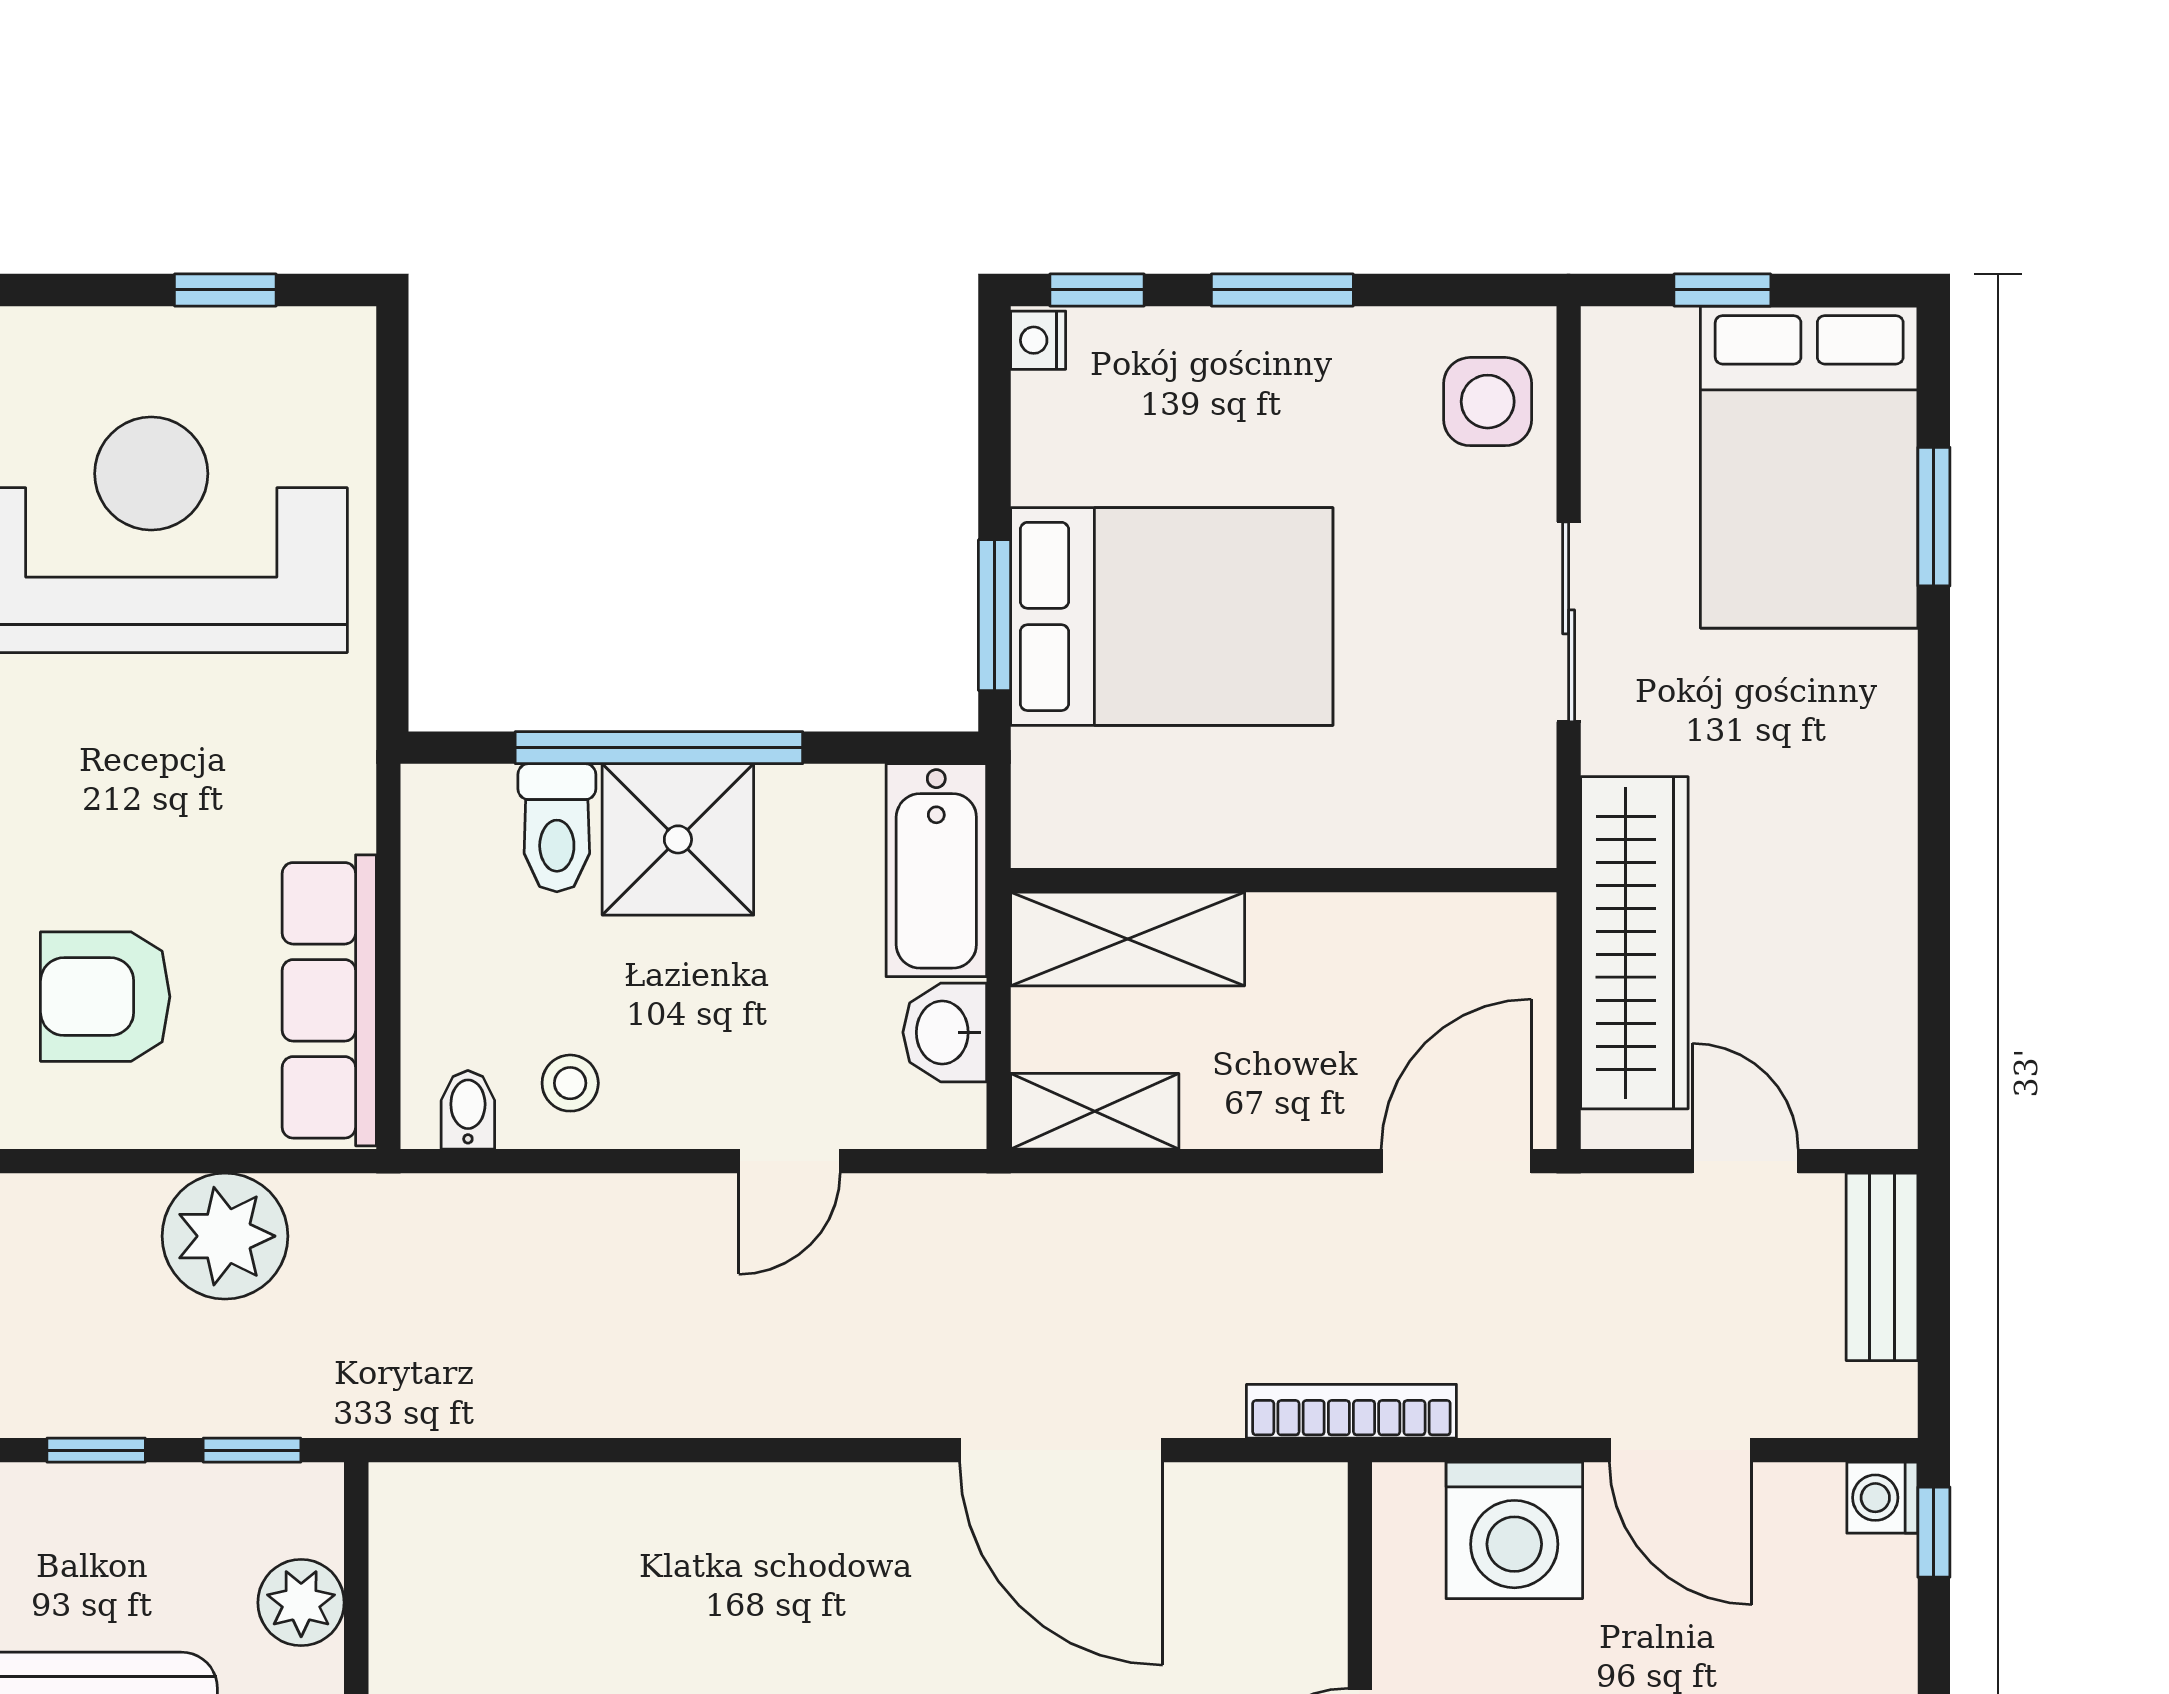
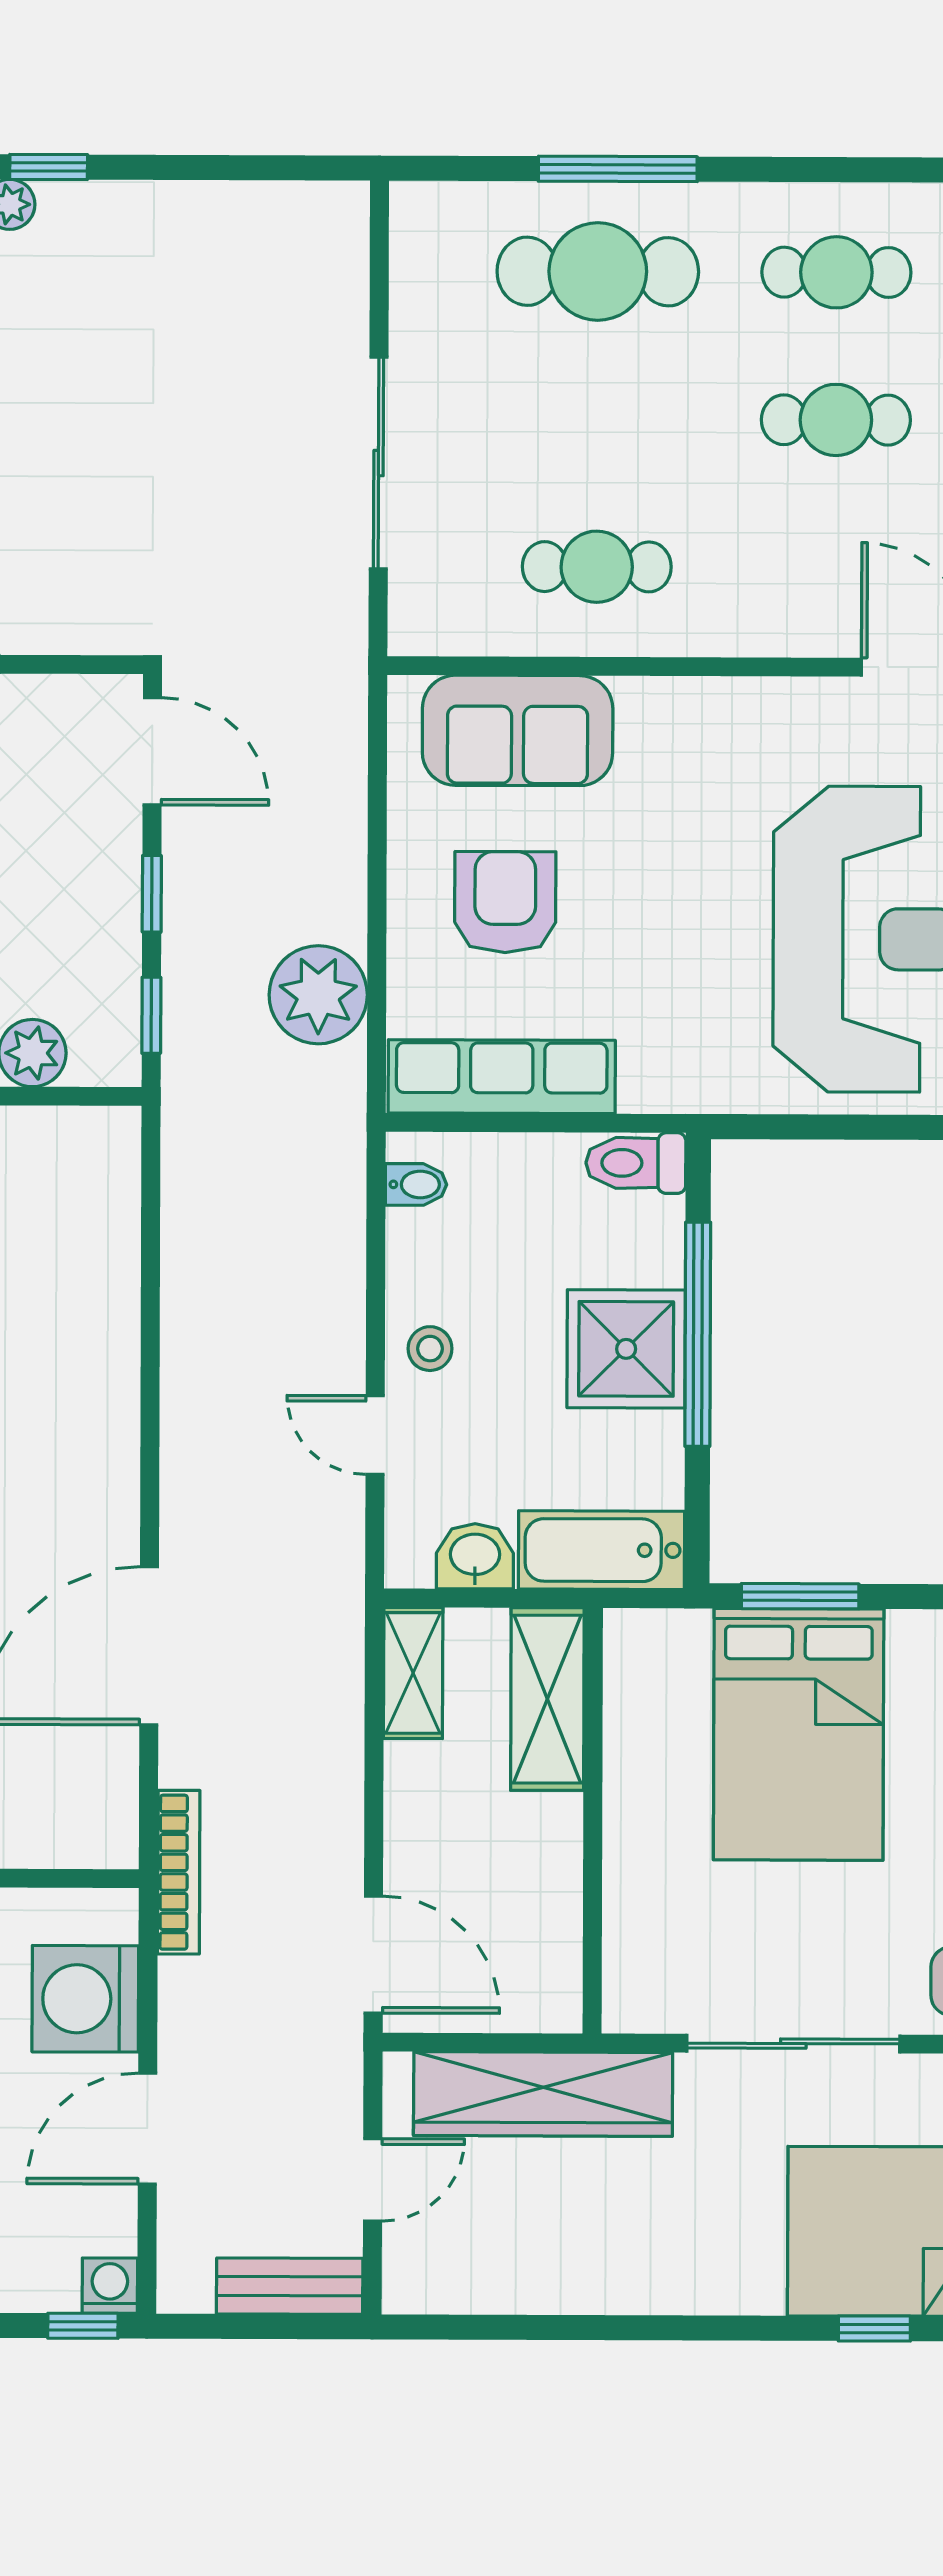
window: (1934, 517) -> (874, 2329), width x0.67
sliding door: (1569, 622) -> (793, 2044), width x1.37
toilet: (557, 828) -> (636, 1163), moved
stool: (570, 1083) -> (430, 1349), moved

